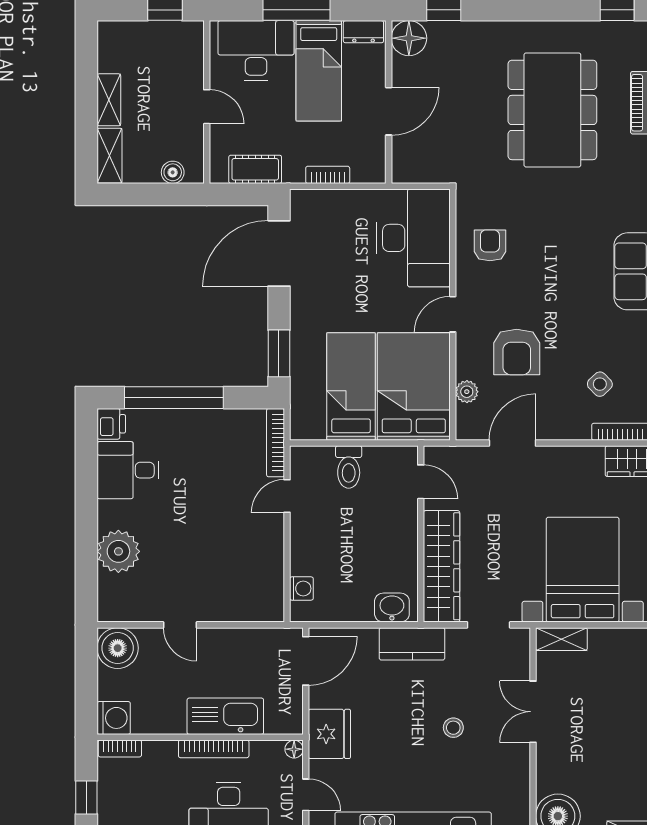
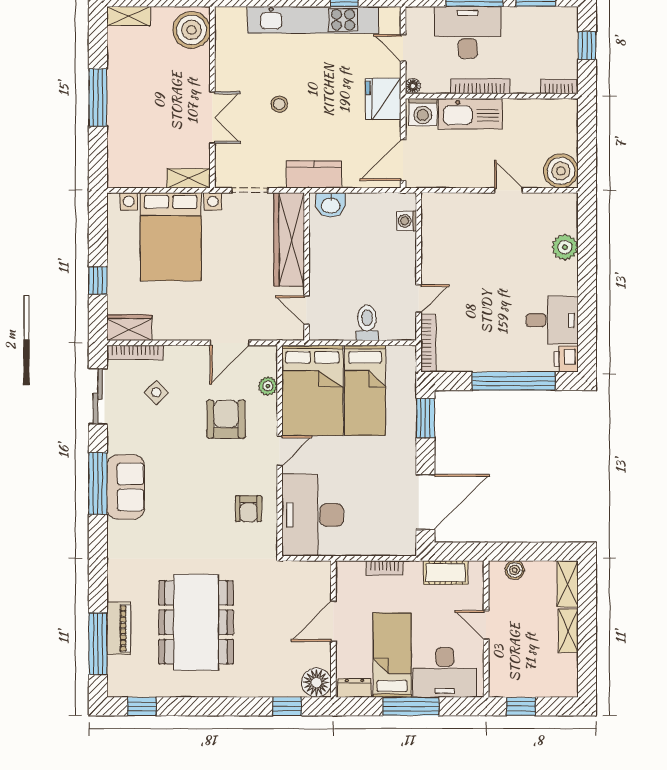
plant: (118, 551) -> (565, 247), width x0.73, depth x0.73
washing machine: (114, 718) -> (423, 112), moved, turned -90

